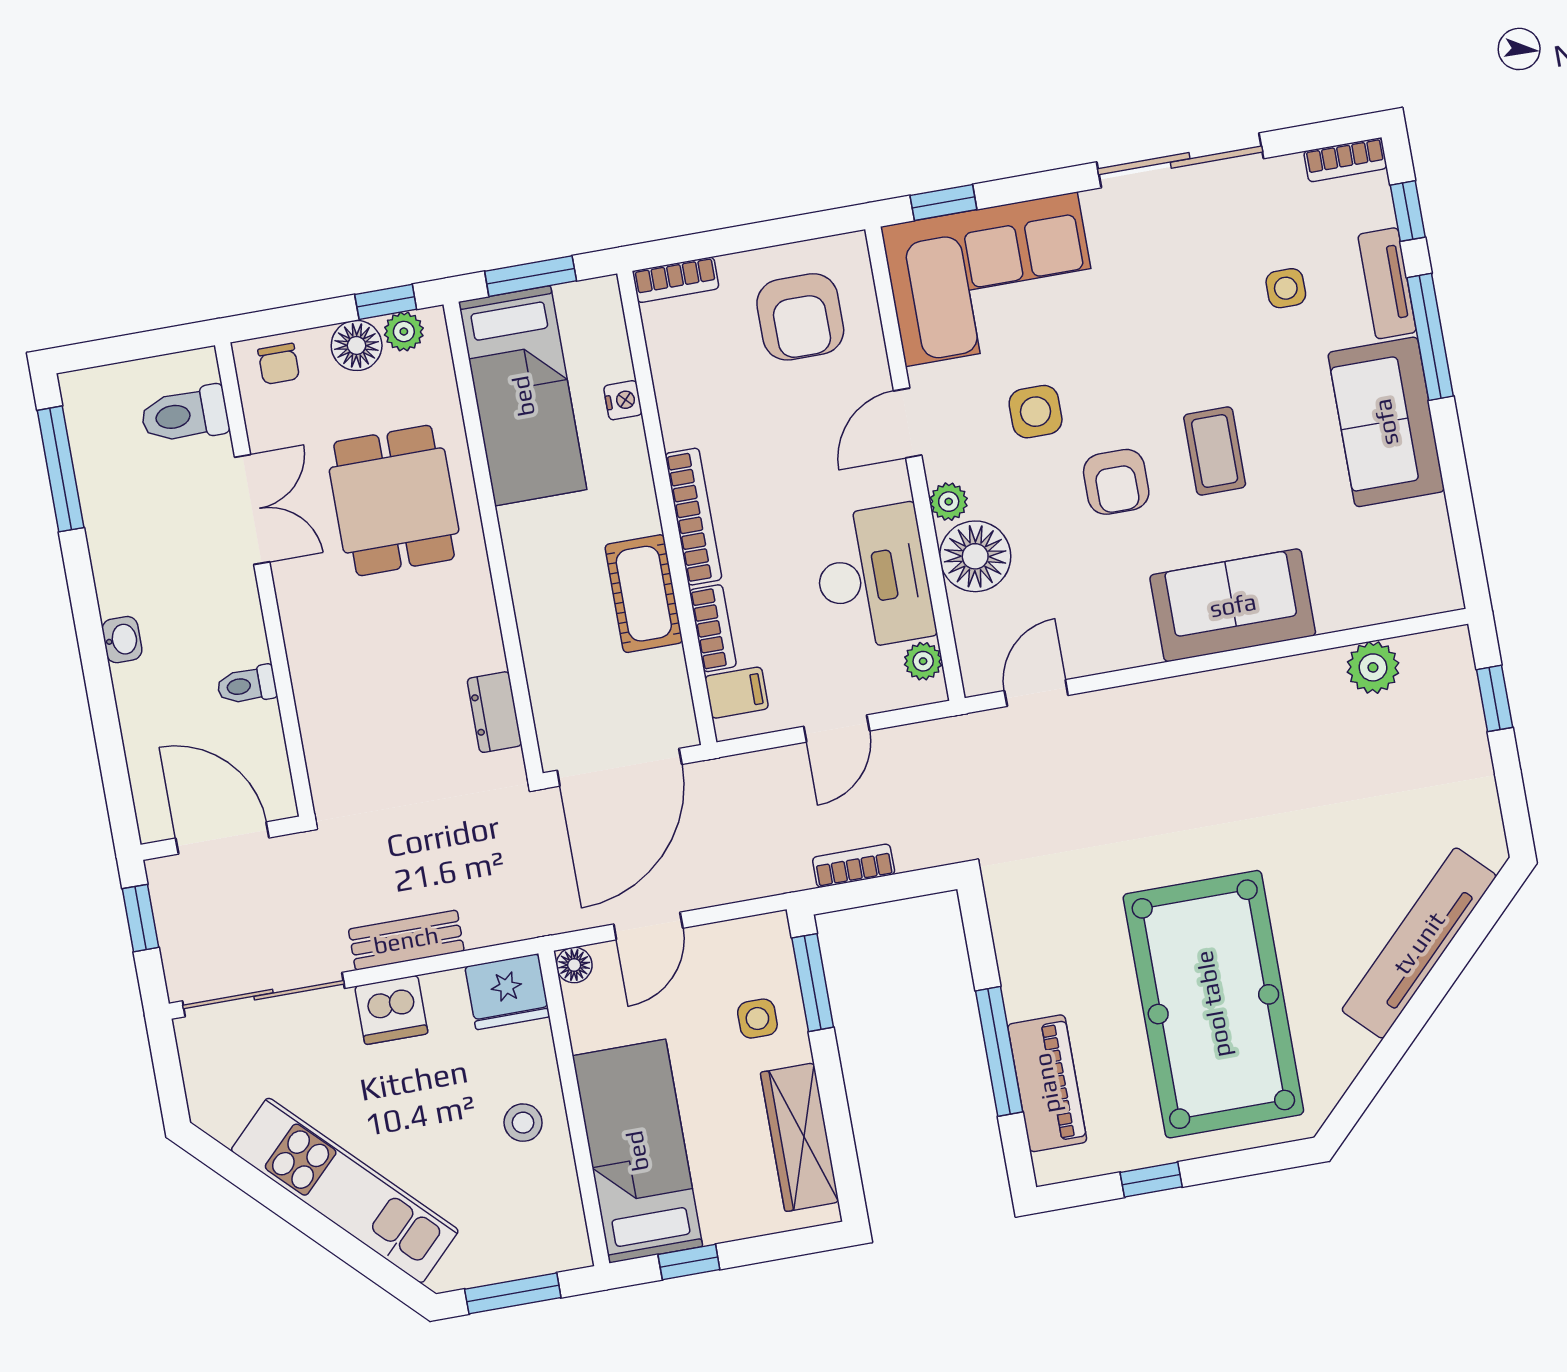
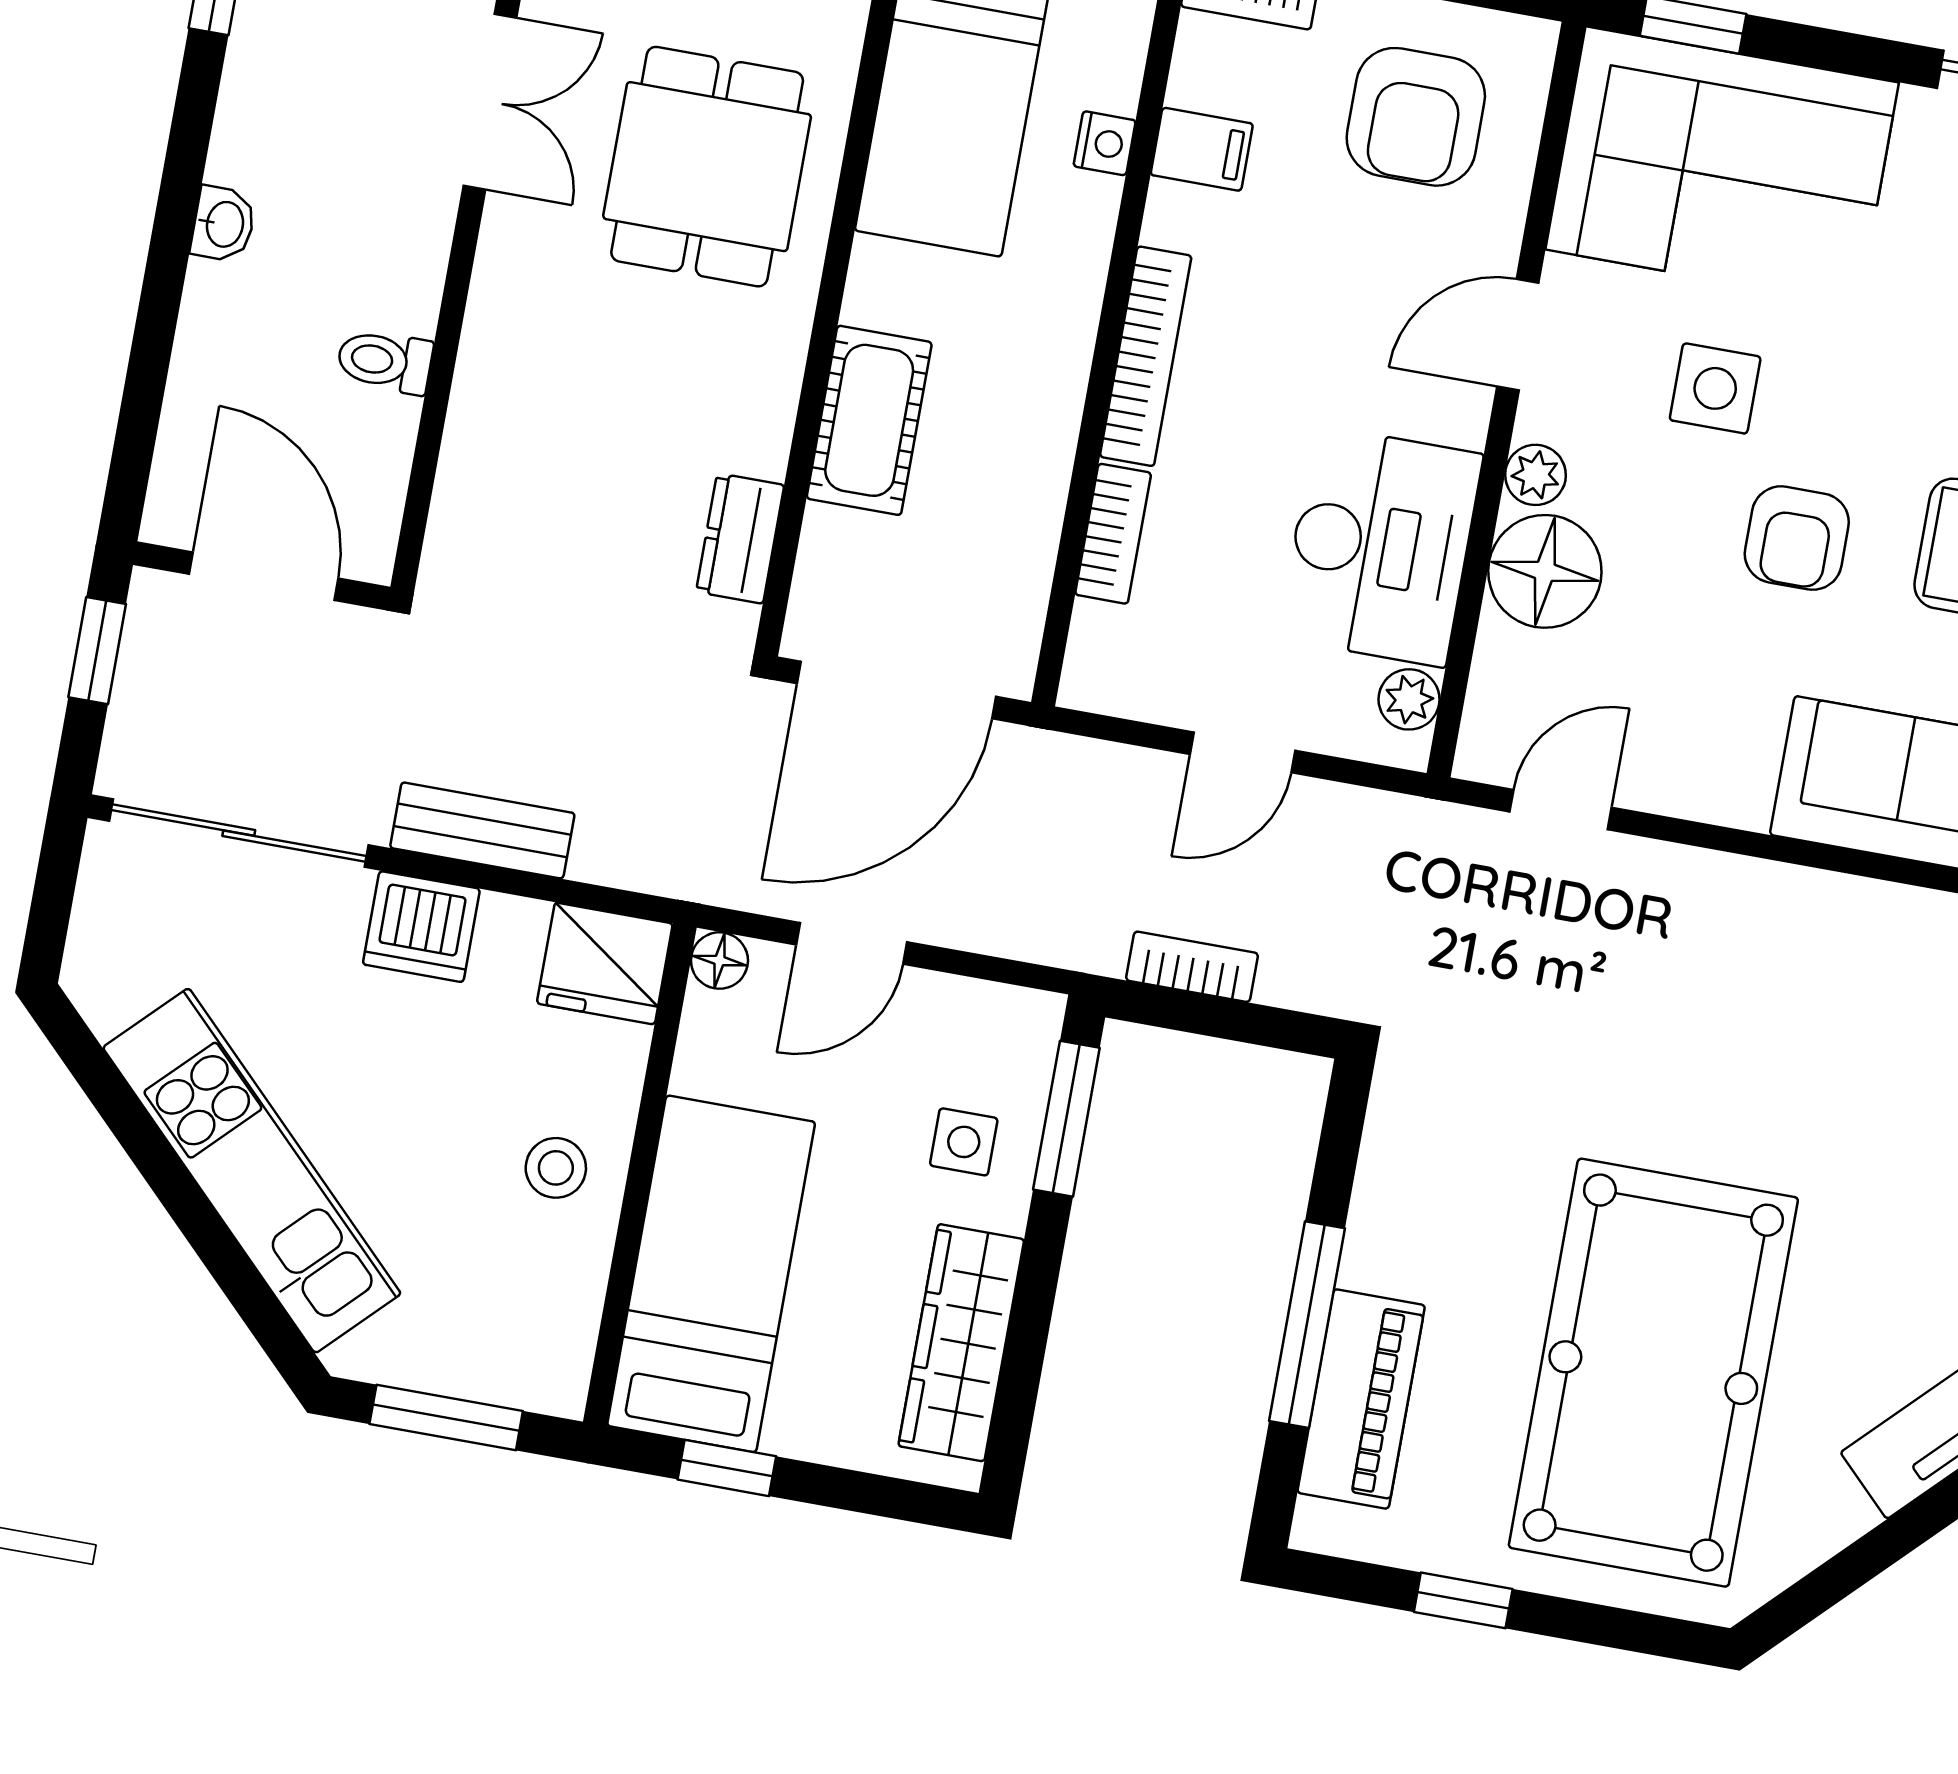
cot: (644, 594) -> (869, 420), moved
filing cabinet: (737, 693) -> (1202, 149), moved

